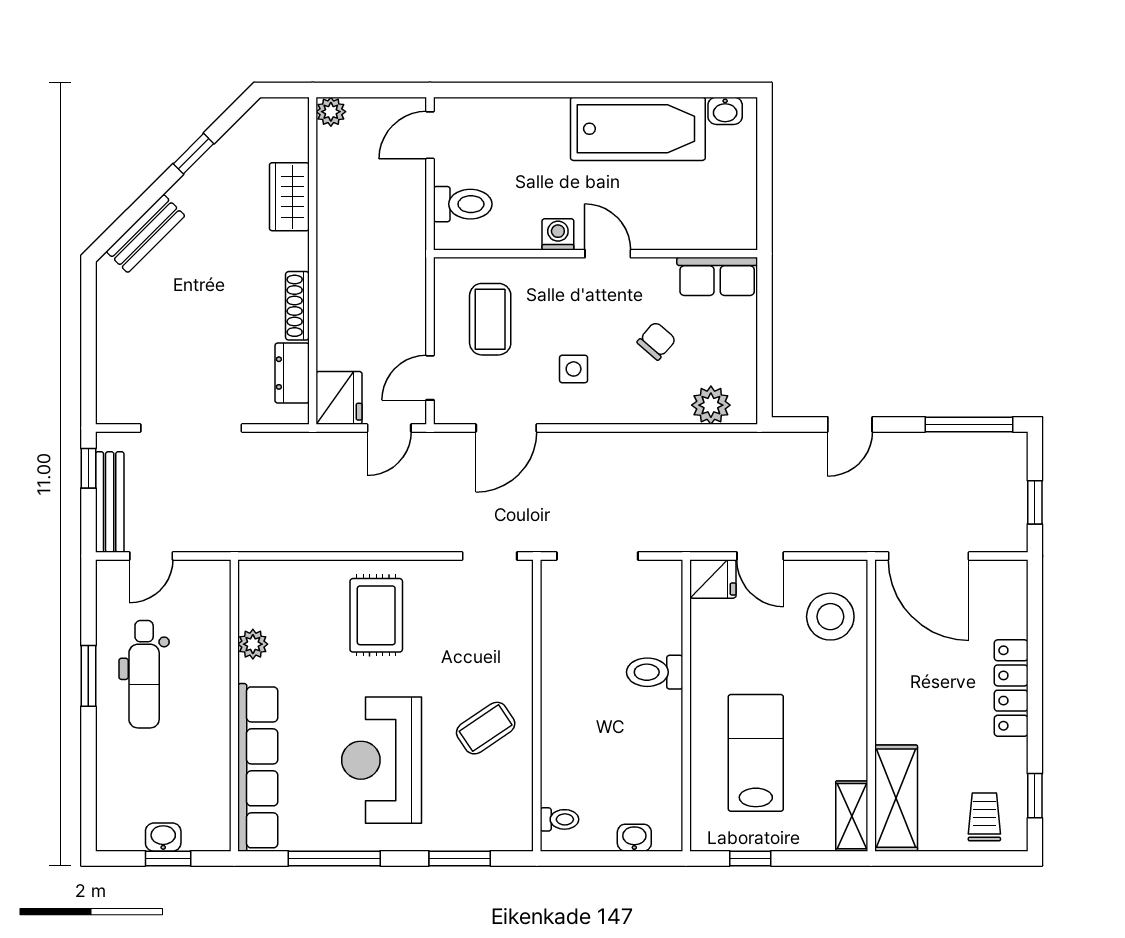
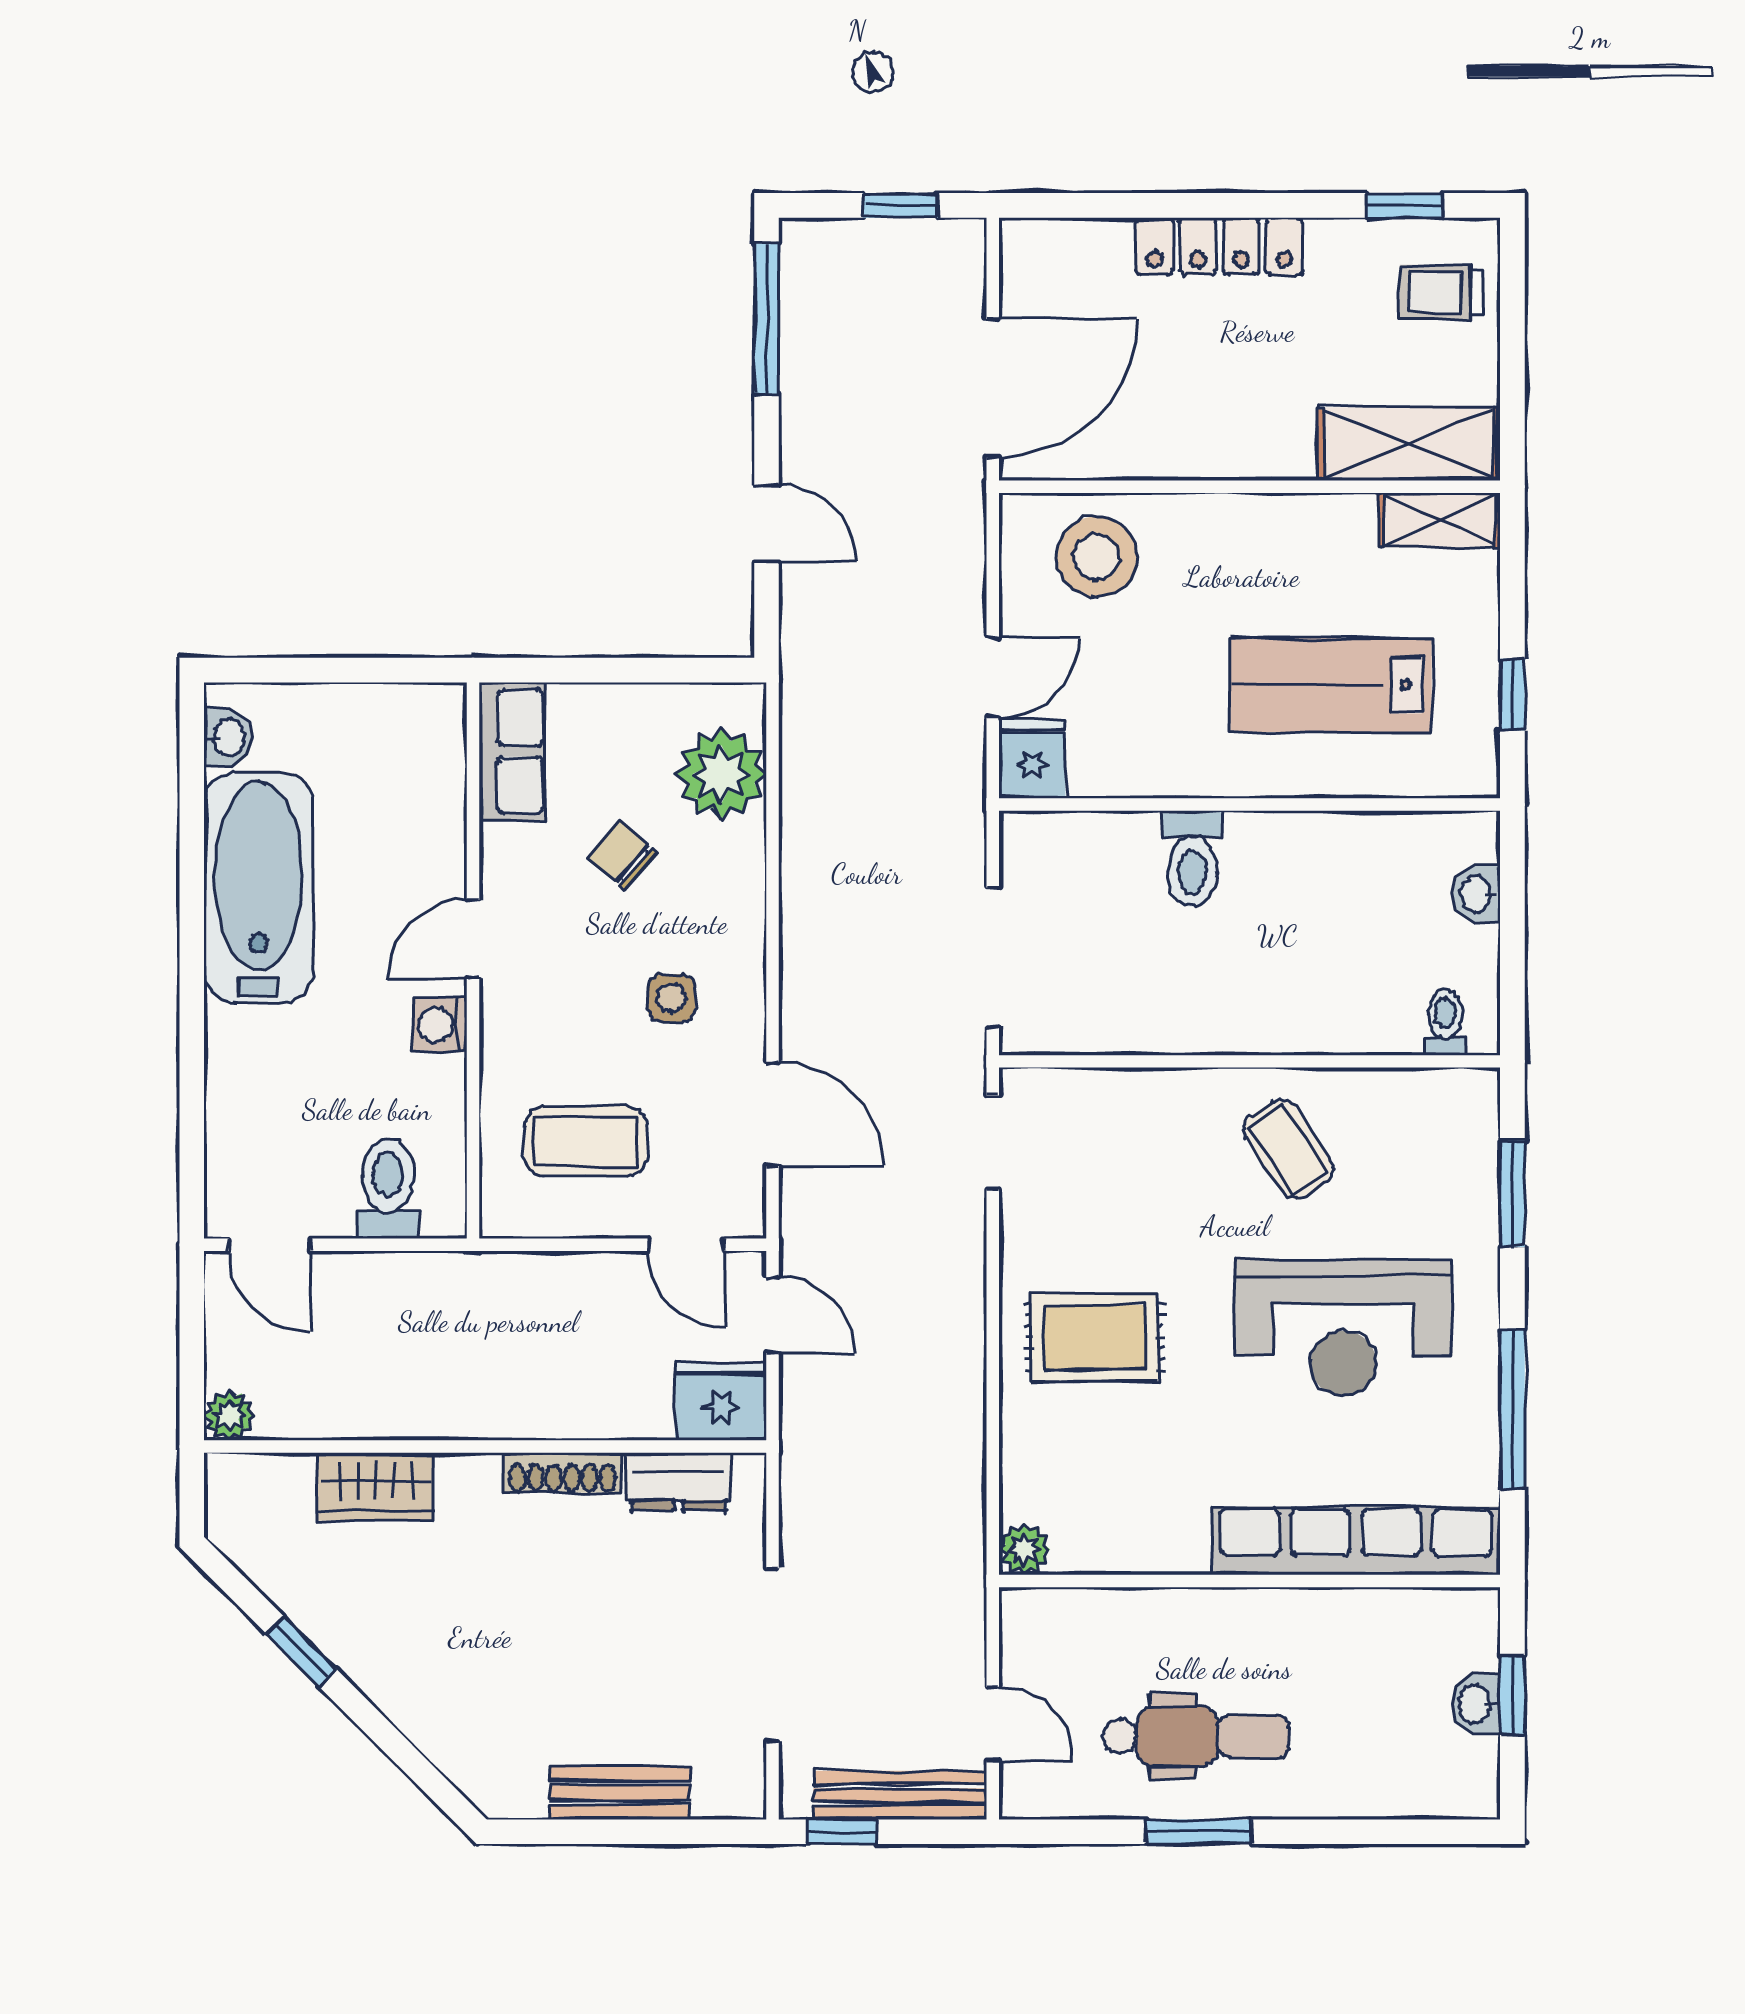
bench: (146, 234) -> (620, 1793), moved, turned -45
plant: (711, 405) -> (721, 774), width x1.36, depth x1.36
plant: (253, 644) -> (1024, 1549), moved

